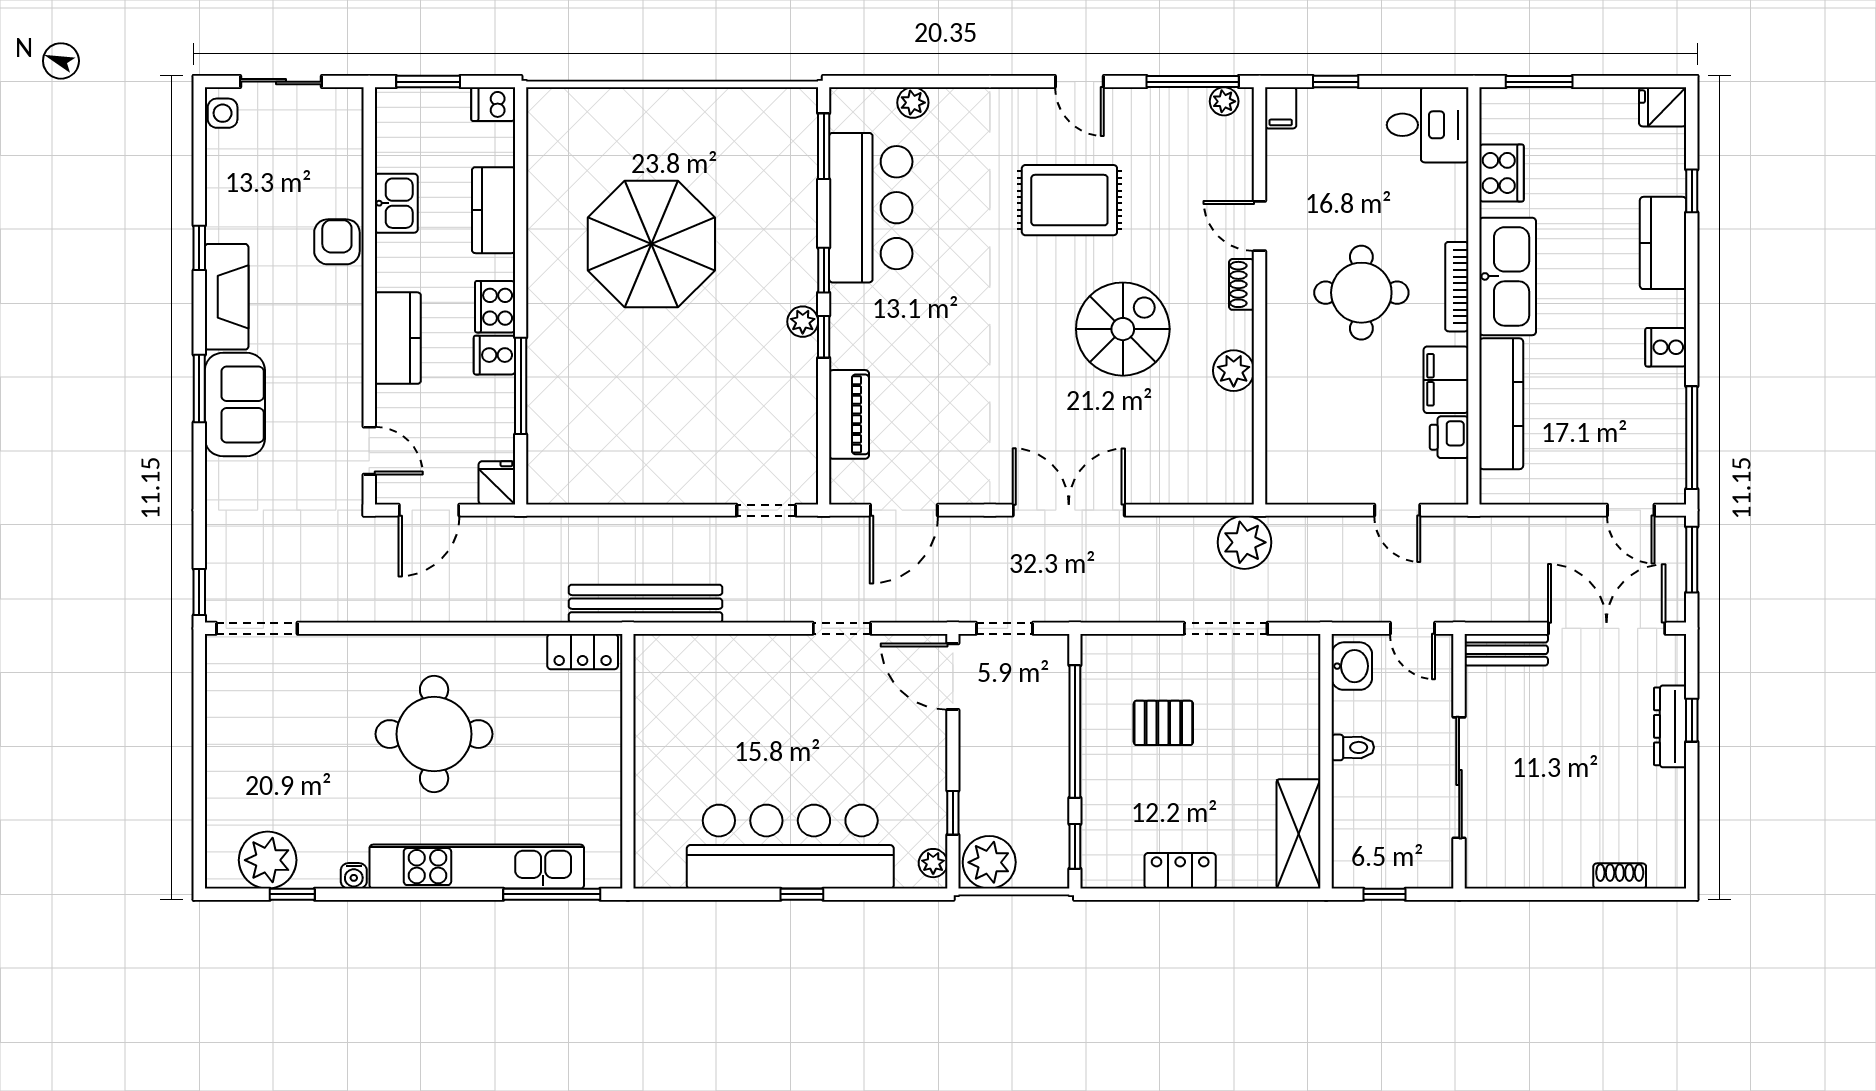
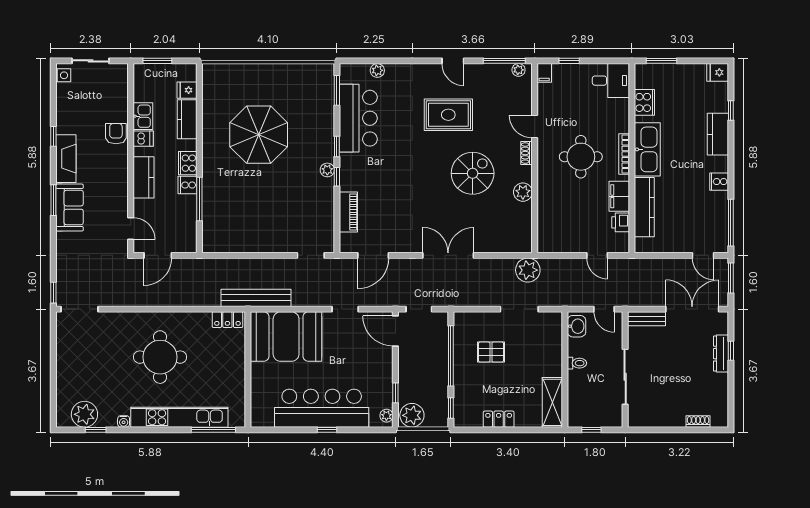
dishwasher: (493, 104) -> (143, 139), moved, turned 180
fridge: (497, 483) -> (187, 90), moved, turned -90
booth: (712, 689) -> (286, 337), added

